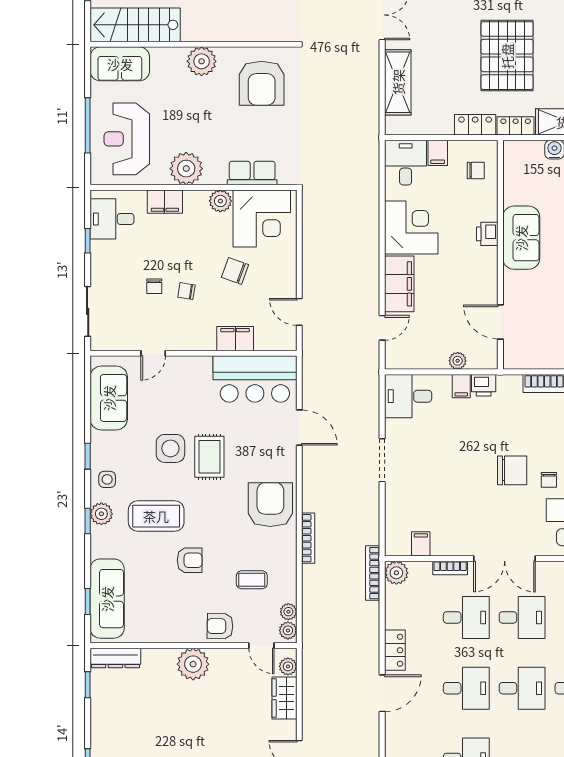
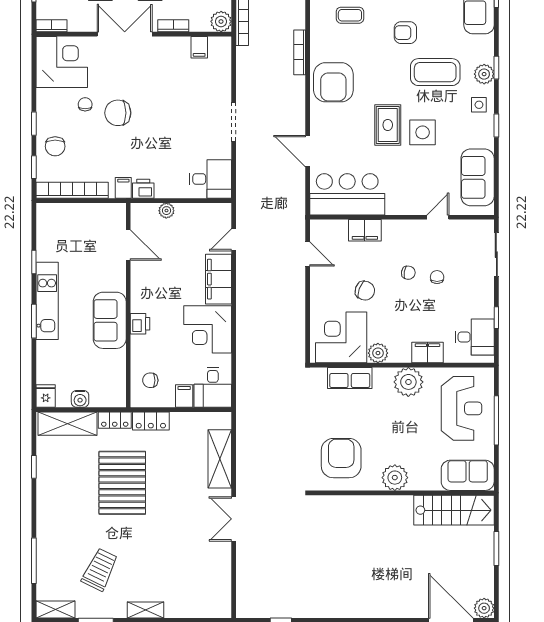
filing cabinet: (461, 386) -> (123, 188), moved

